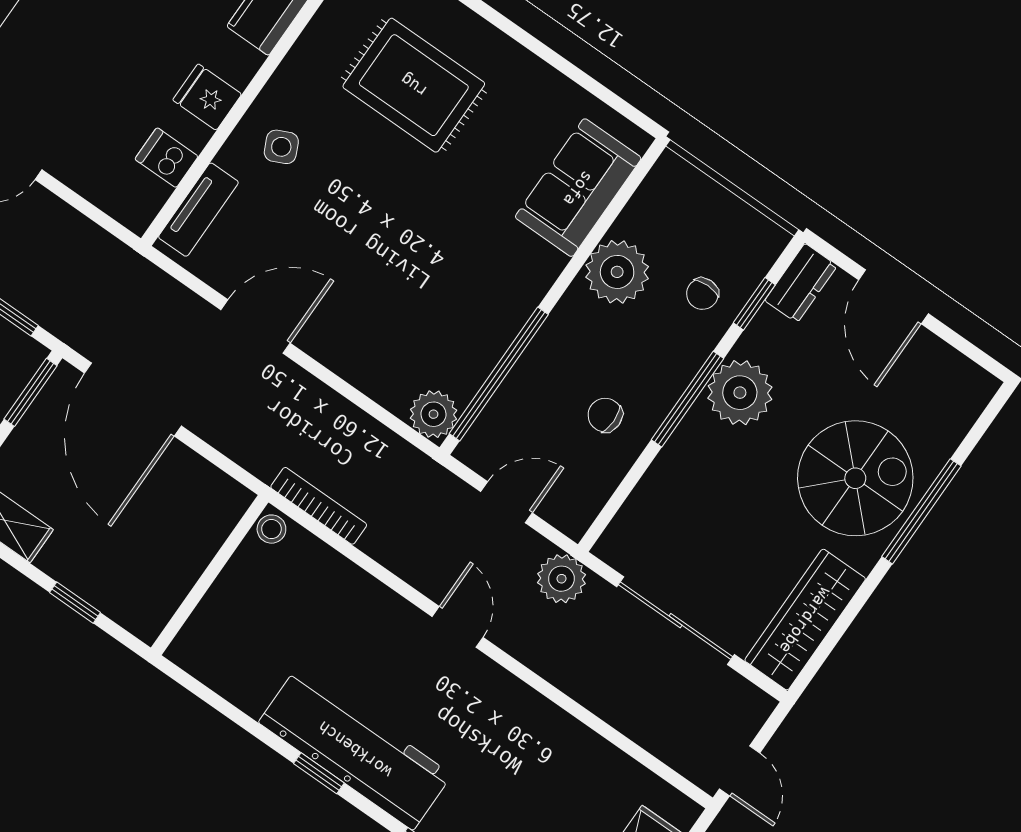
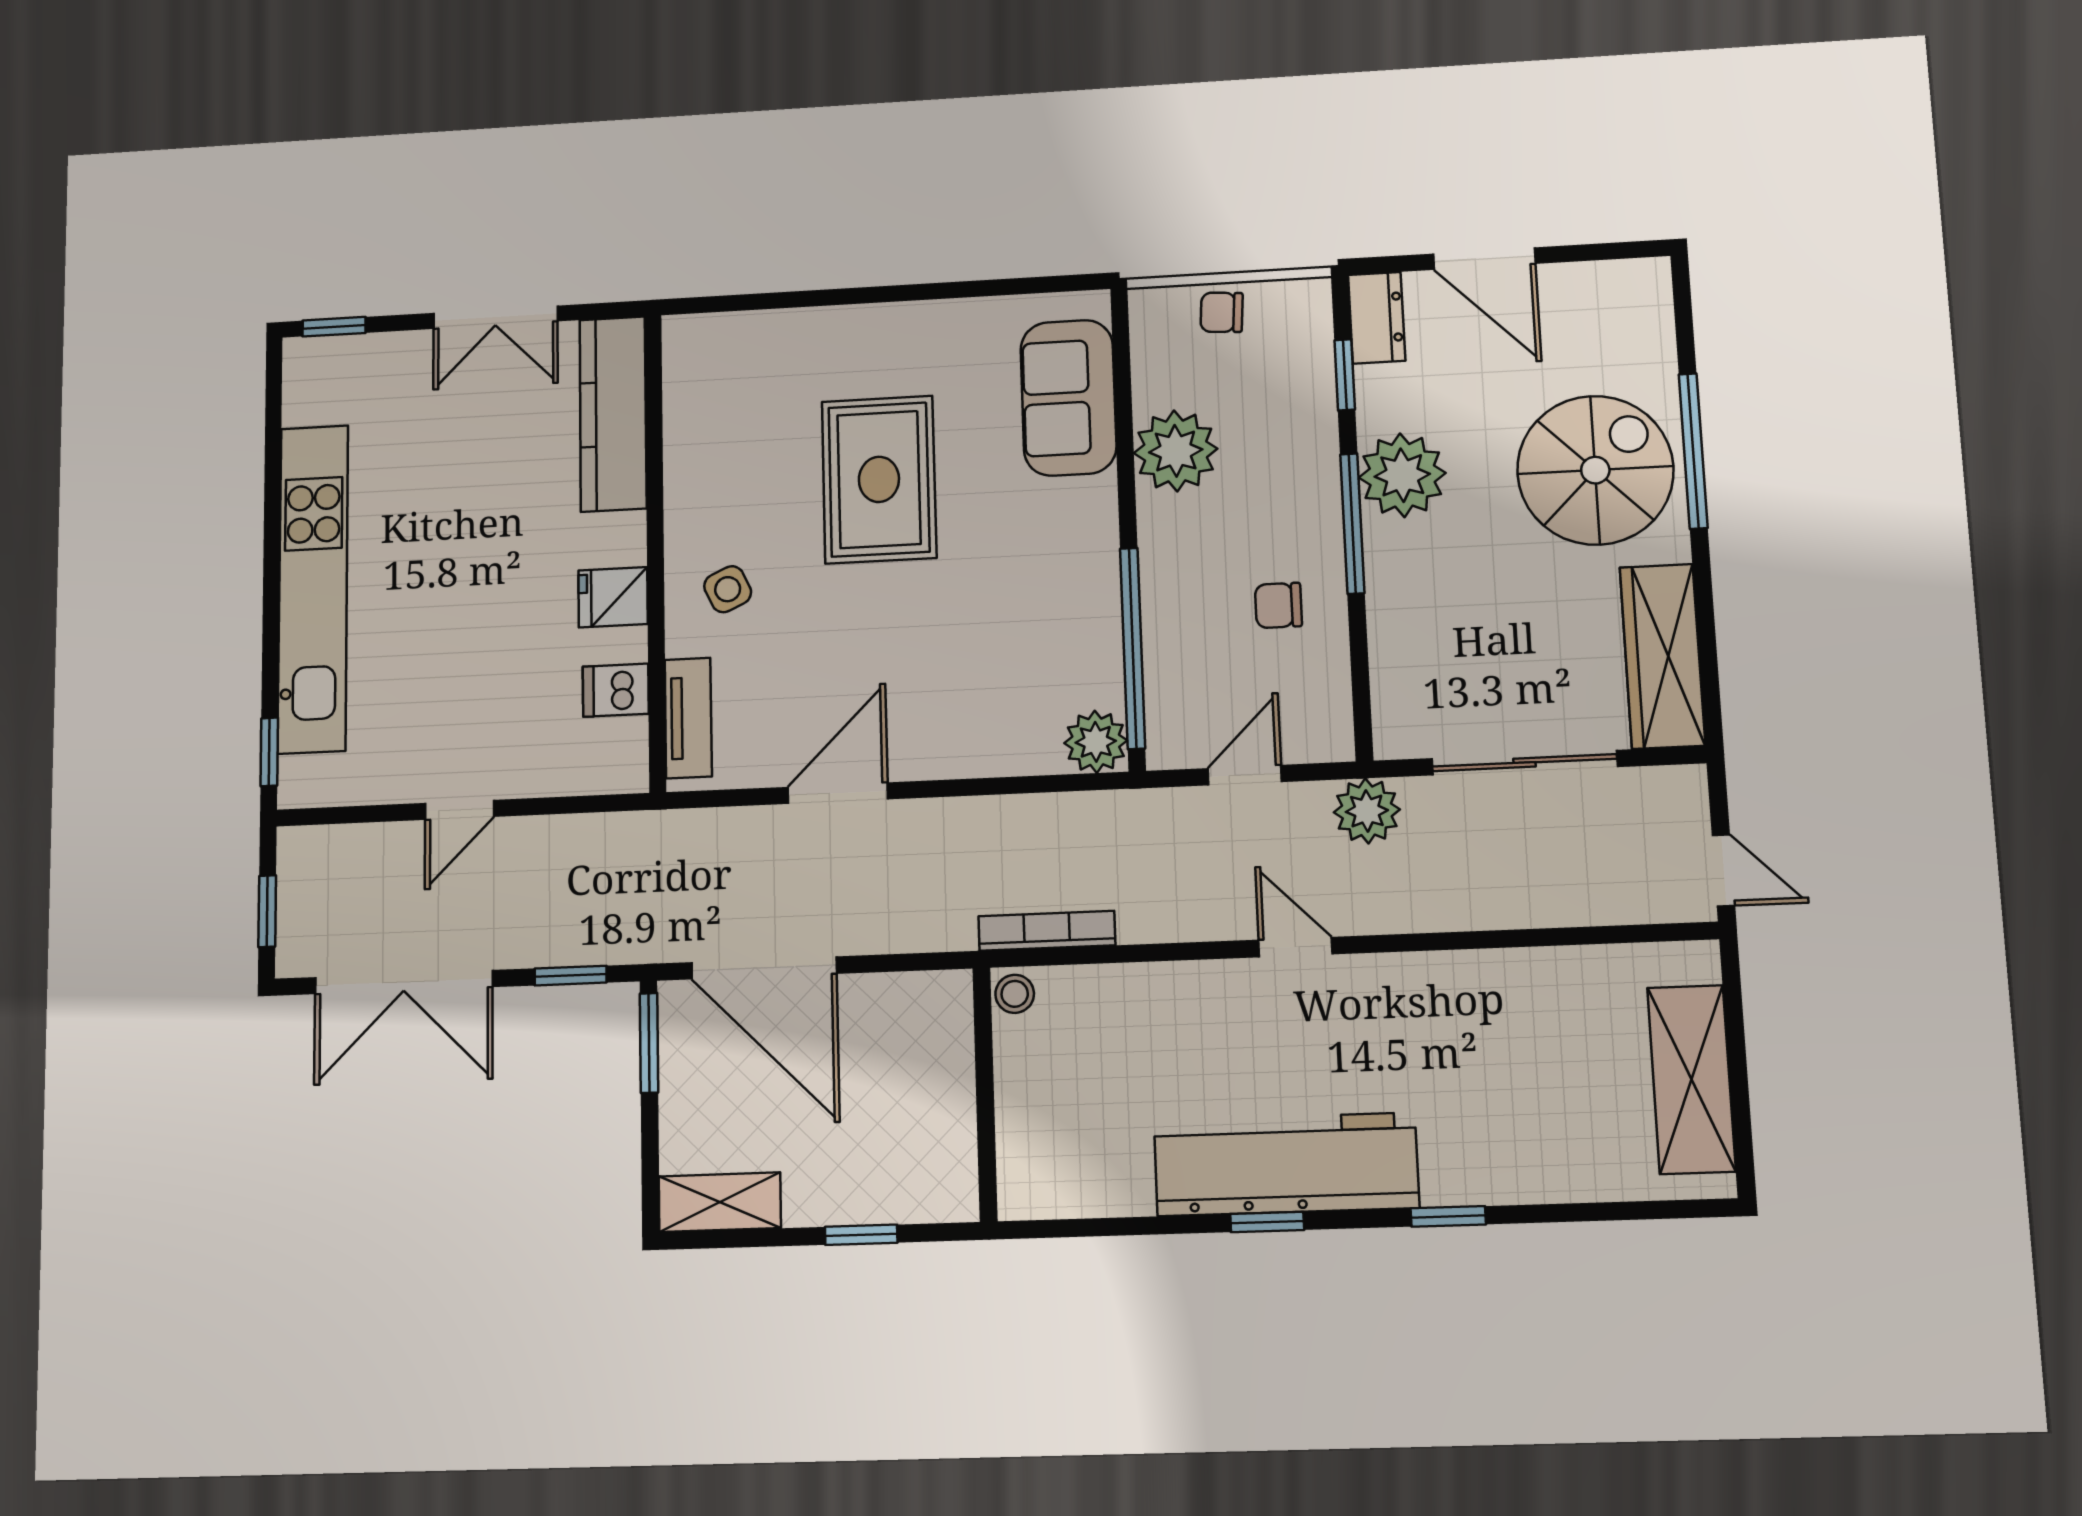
rug: (414, 85) -> (879, 479), moved, turned 90
chair: (702, 294) -> (1222, 312), moved, turned 94

